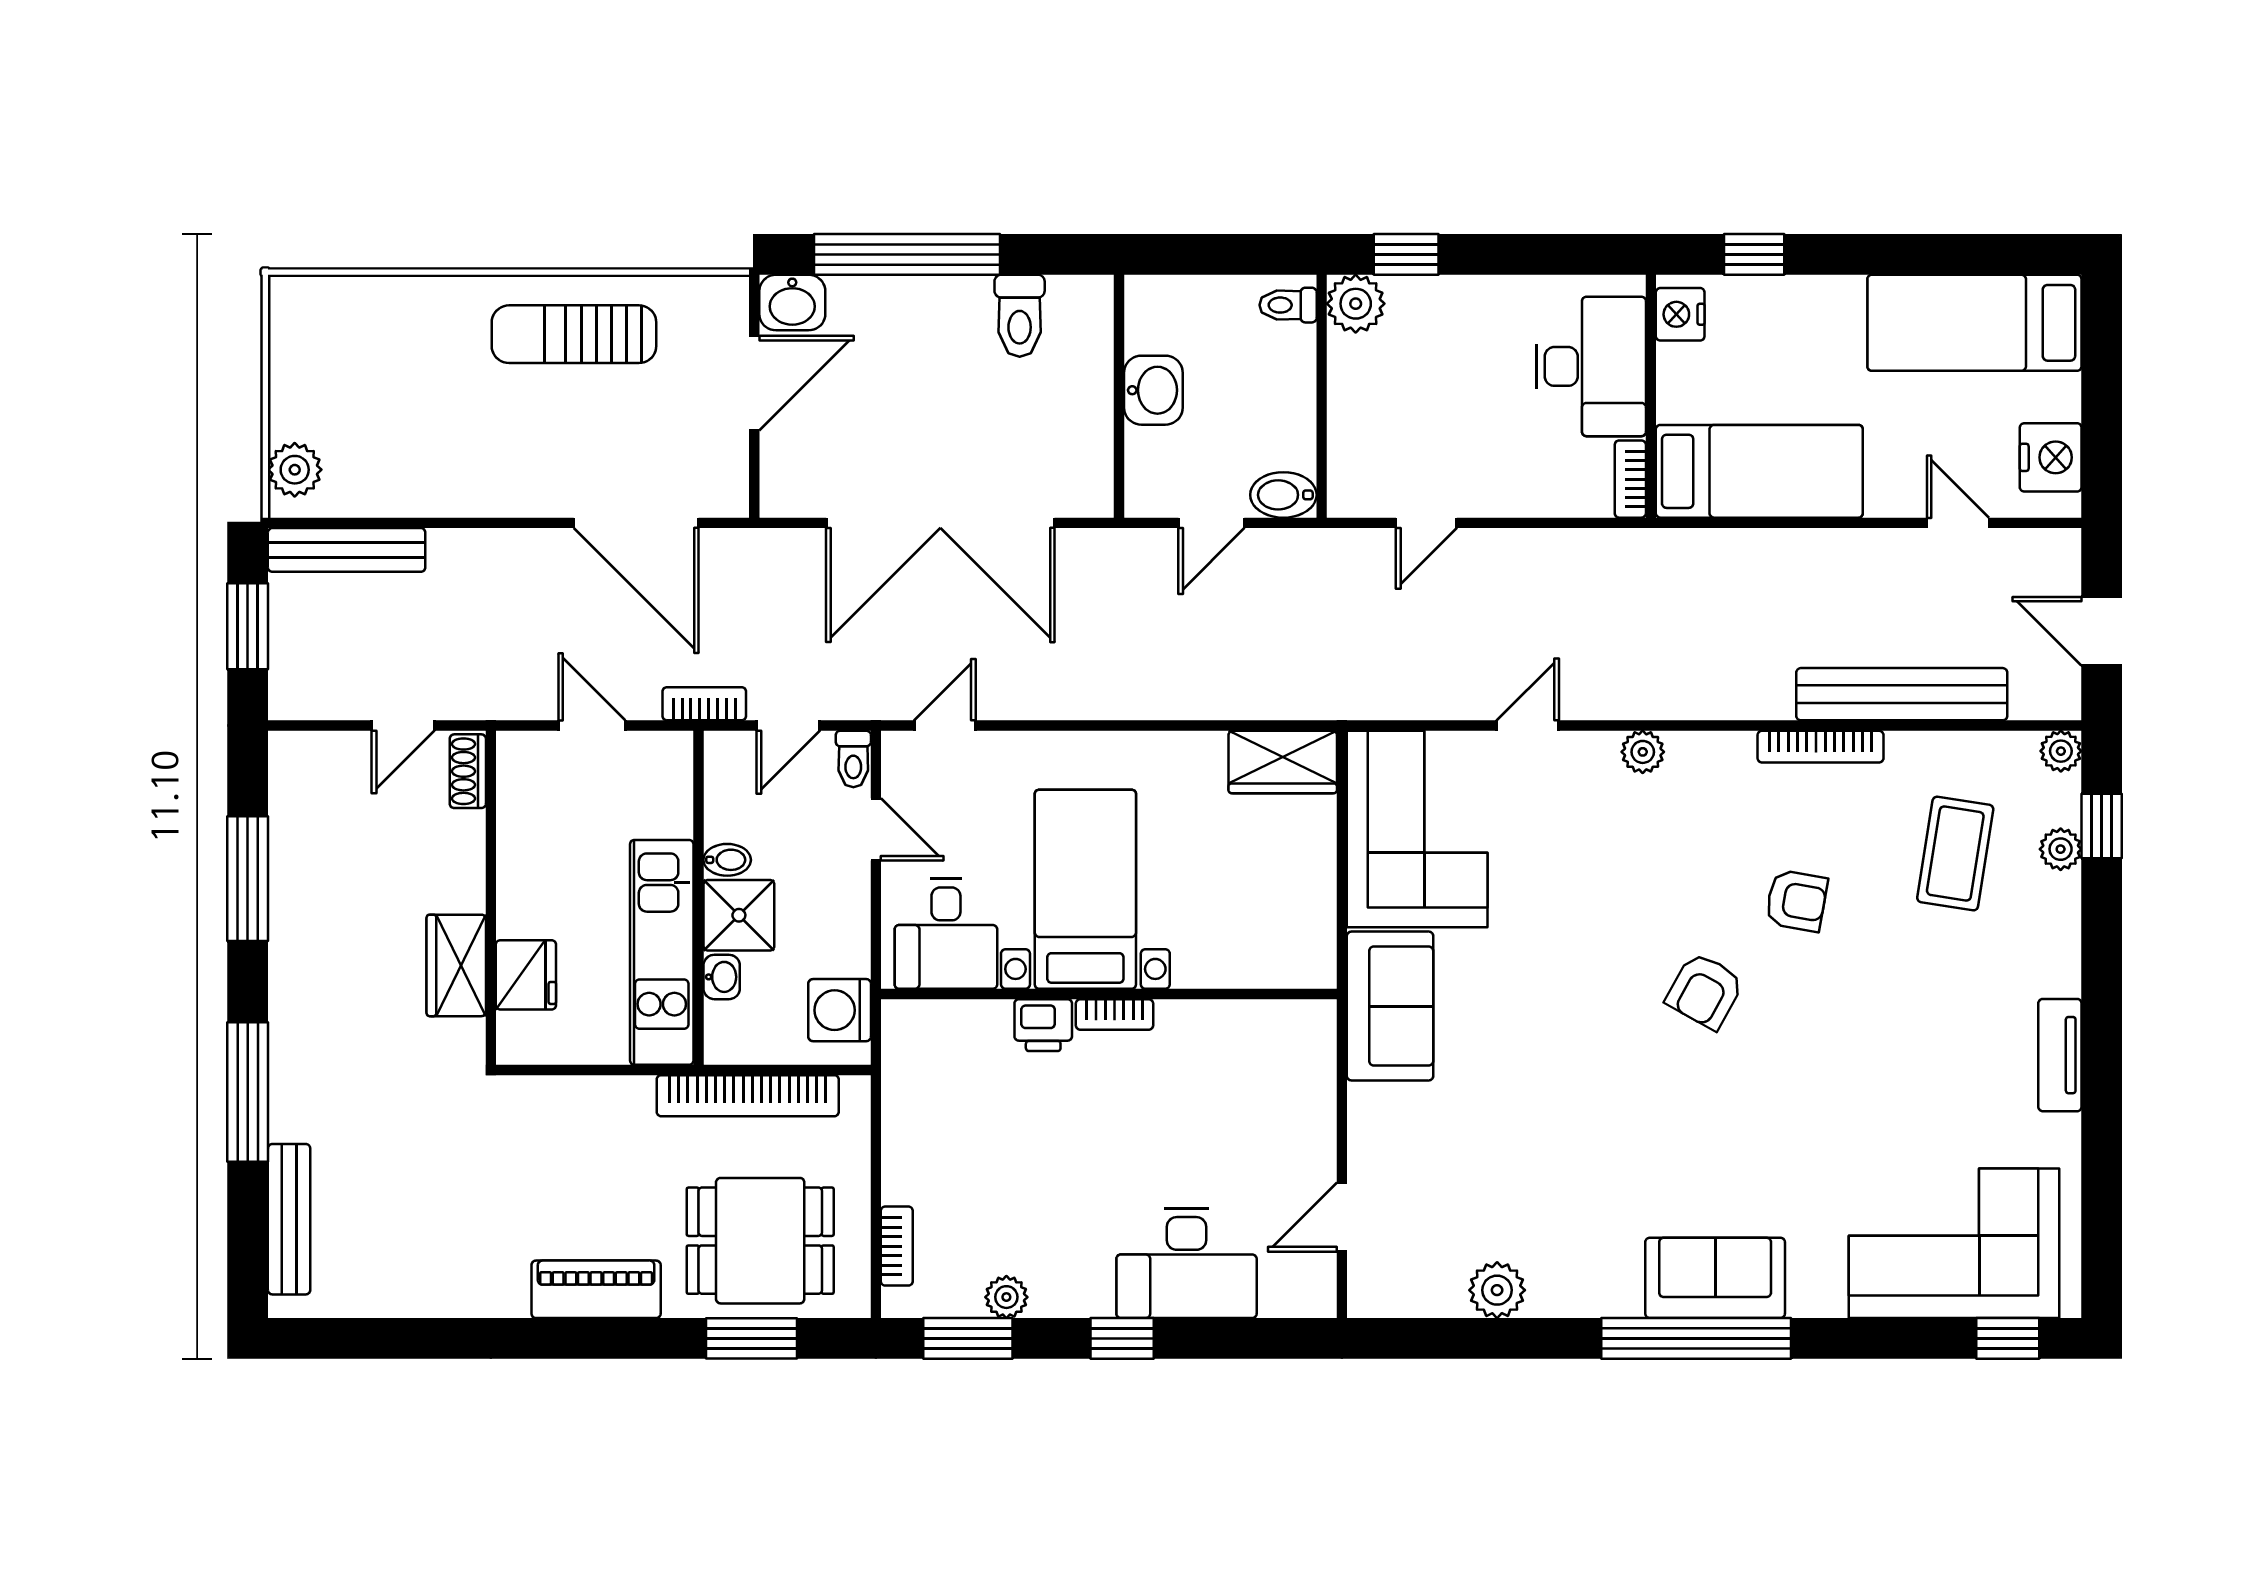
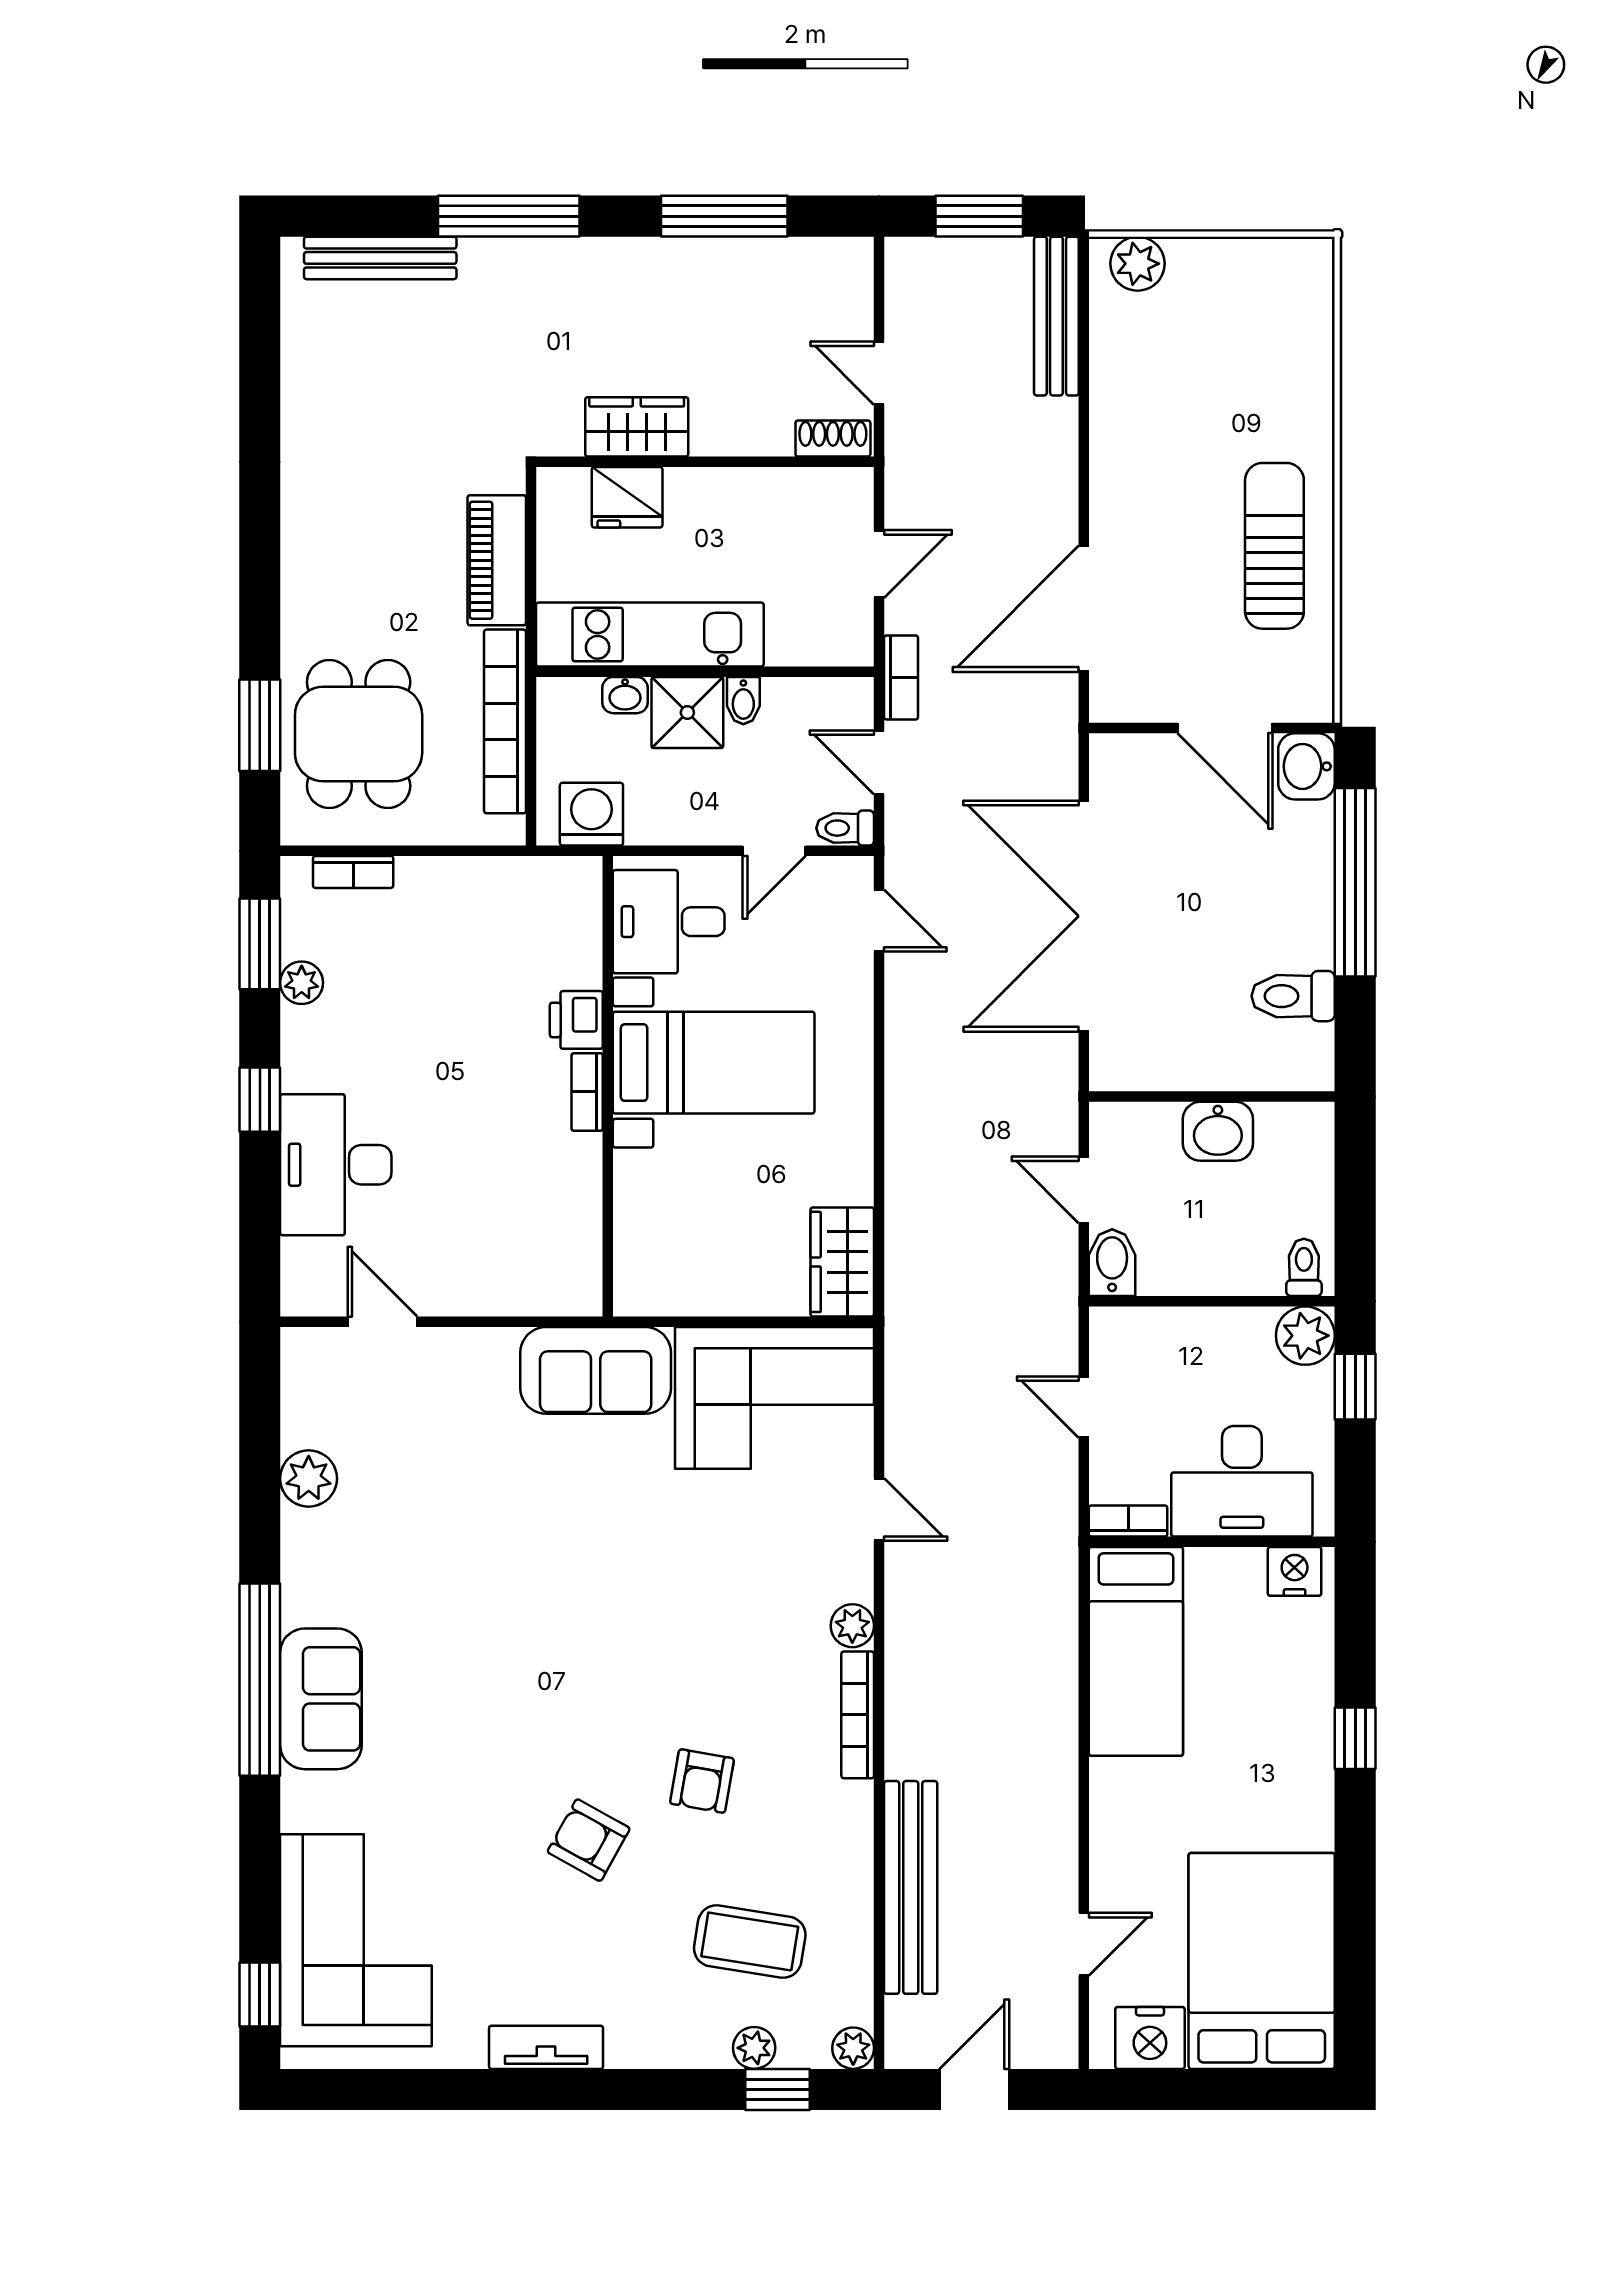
nightstand: (1680, 314) -> (1295, 1571), moved
bed: (1974, 323) -> (1262, 1961), width x1.50
desk: (1591, 366) -> (1242, 1481), moved
wall: (1651, 396) -> (1212, 1542), moved
bed: (1759, 471) -> (1136, 1651), moved
bookcase: (1630, 479) -> (1128, 1521), moved
bookcase: (1821, 747) -> (858, 1715), moved
armchair: (1705, 991) -> (589, 1840), moved
piano: (596, 1289) -> (497, 560), moved, turned 180

